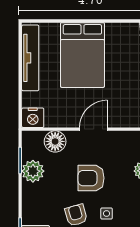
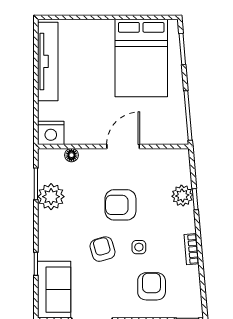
bed: (82, 55) -> (141, 58), moved
floor lamp: (55, 141) -> (71, 155), width x0.53, depth x0.53

